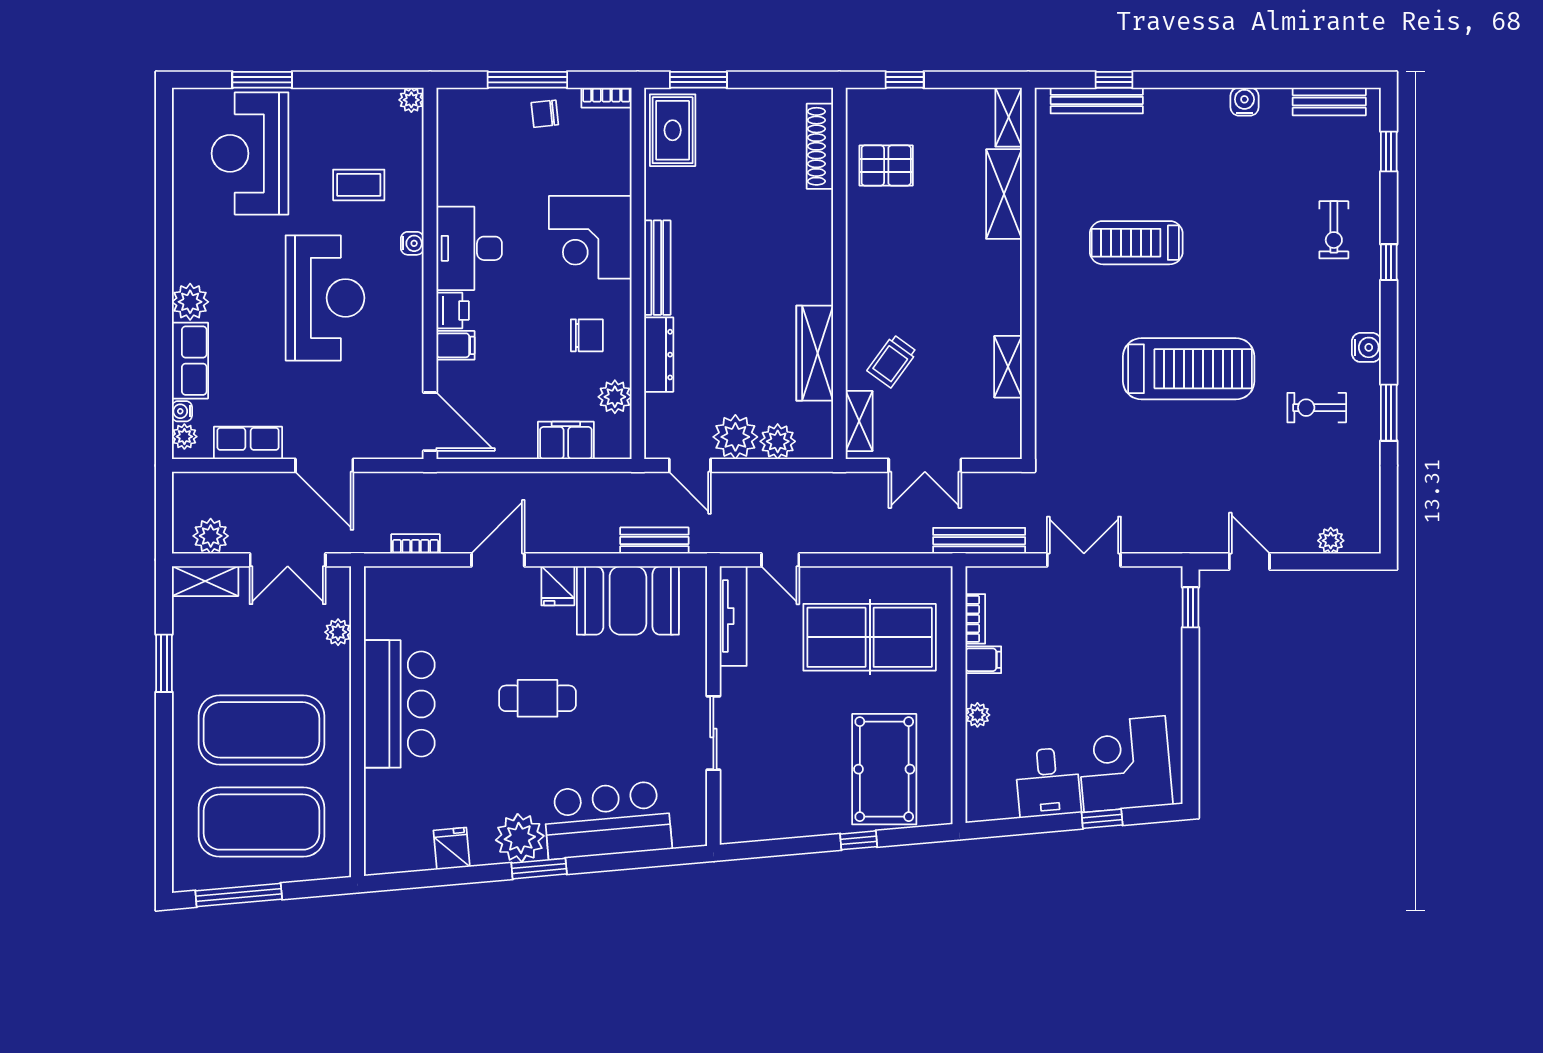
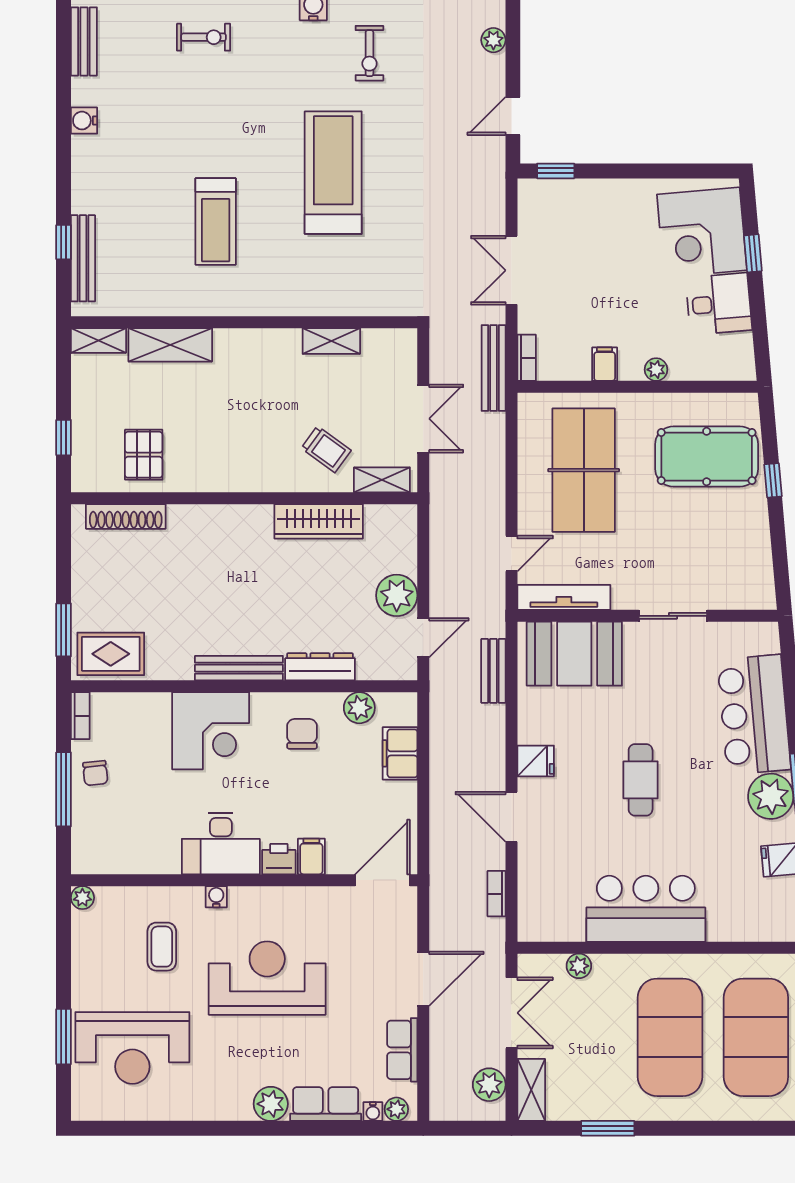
plant: (778, 441) -> (401, 556), removed
booth: (628, 600) -> (574, 654), moved, turned 90
bookcase: (975, 619) -> (527, 358), moved, turned 90

